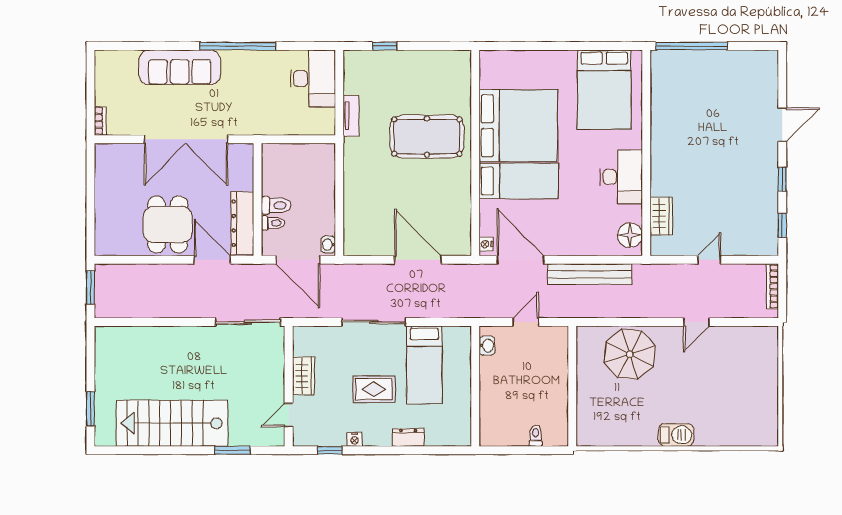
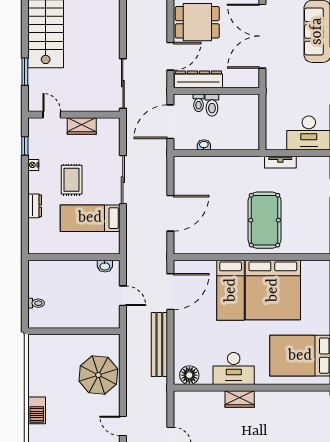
wardrobe: (661, 216) -> (240, 399), moved
nightstand: (486, 244) -> (182, 265), removed
washbasin: (328, 245) -> (204, 145), moved

